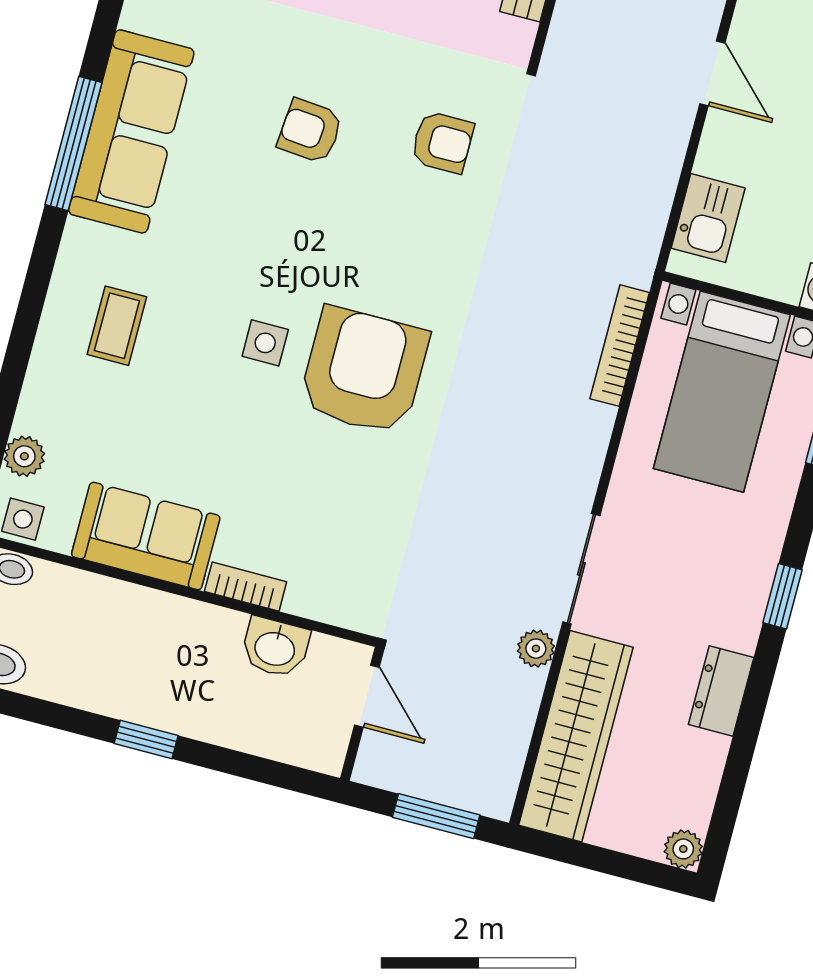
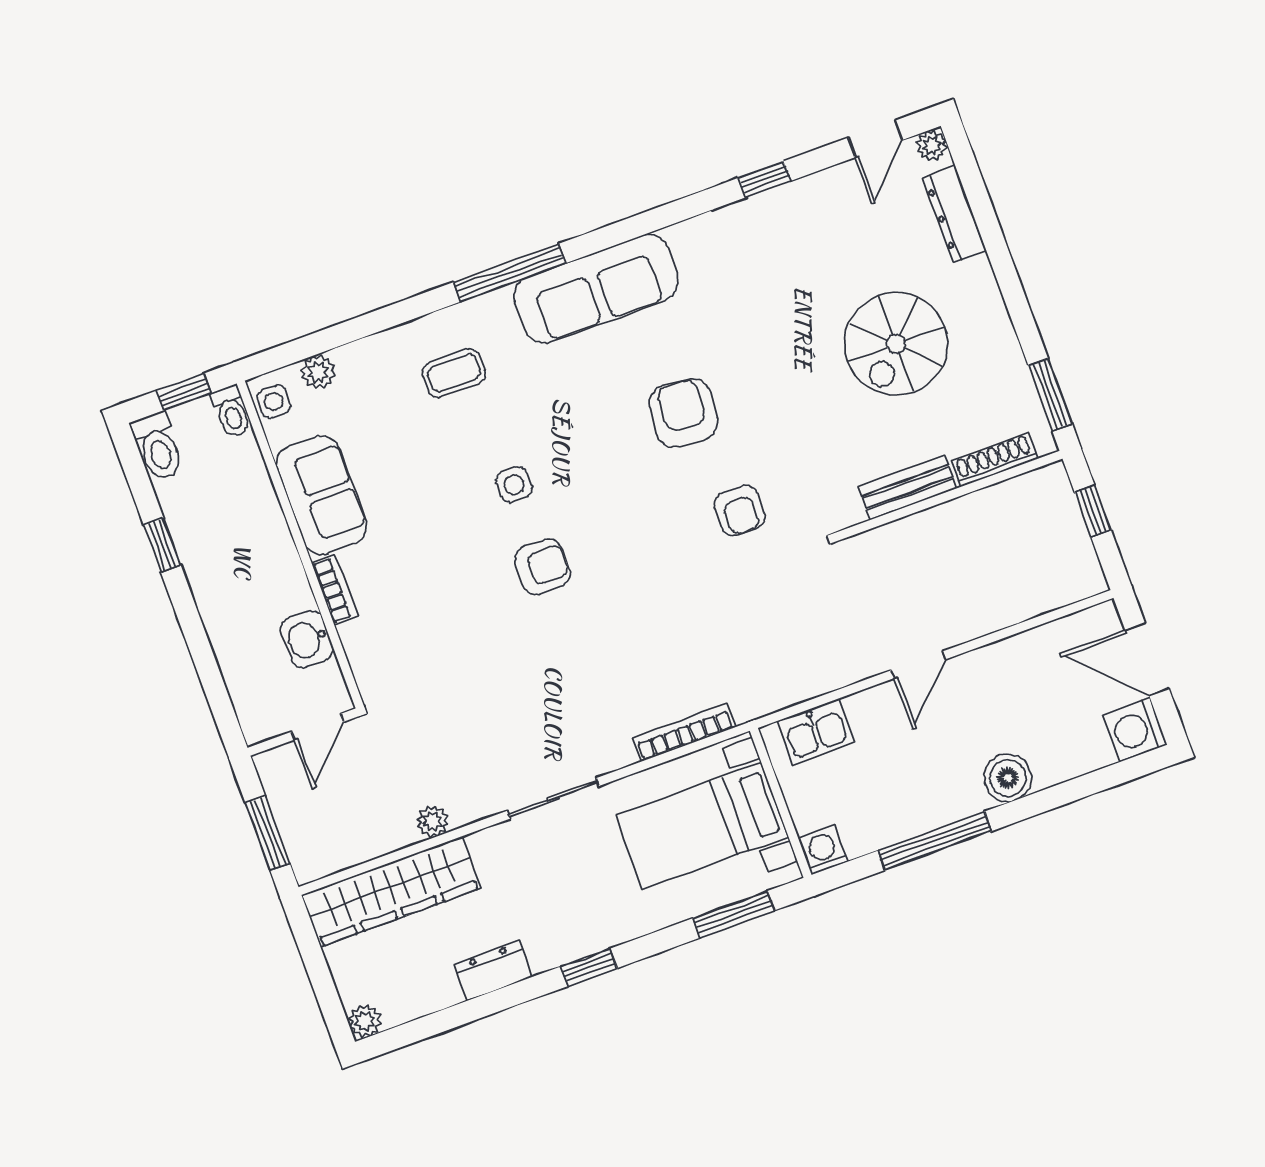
armchair: (310, 131) -> (683, 413), width x1.38, depth x1.38
window: (73, 143) -> (509, 273), moved
armchair: (364, 371) -> (542, 567), width x0.53, depth x0.53
sliding door: (581, 569) -> (553, 798), moved
window: (146, 740) -> (162, 545), moved

